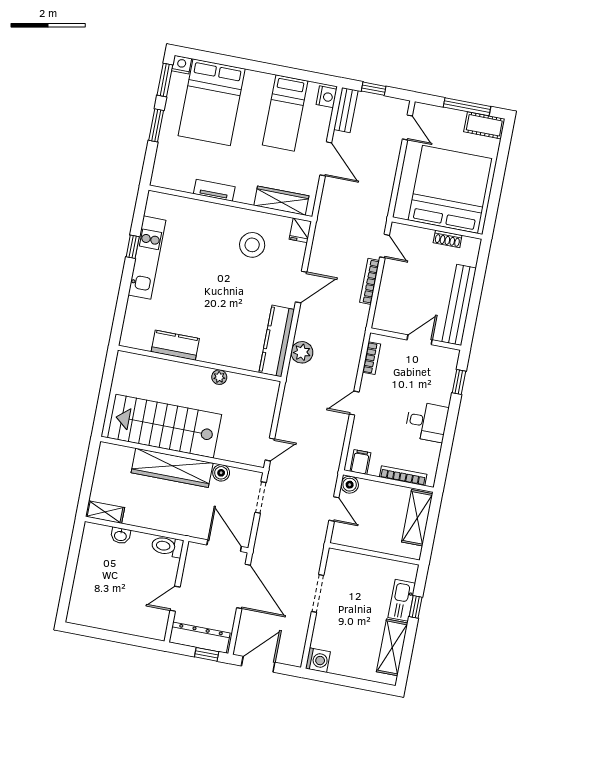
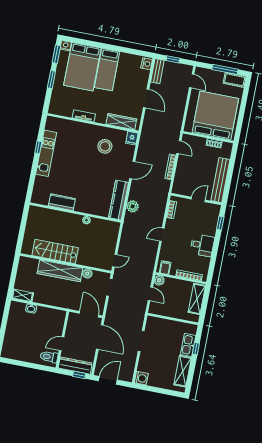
bed: (285, 113) -> (107, 70), moved
stairs: (165, 426) -> (55, 252), width x0.73, depth x0.66
toilet: (167, 546) -> (49, 357), moved

